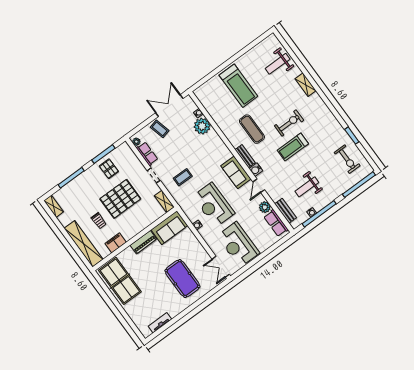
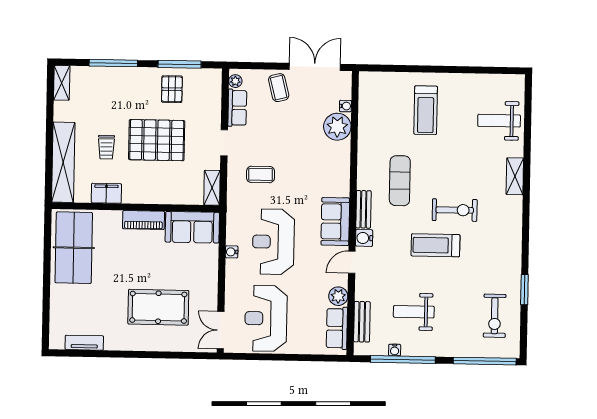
treadmill: (238, 86) -> (426, 110), width x0.73, depth x0.73
pool table: (182, 279) -> (158, 307), turned 90

